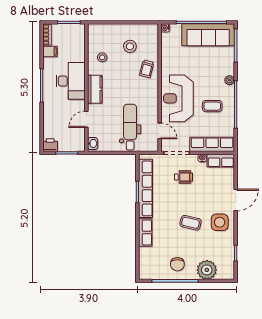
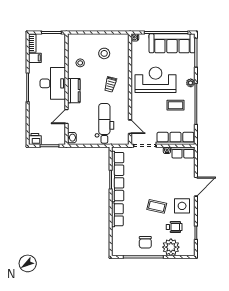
trolley: (147, 69) -> (110, 84), moved
reception desk: (178, 98) -> (156, 80), moved, turned 90
wheelchair: (183, 177) -> (174, 227), moved

